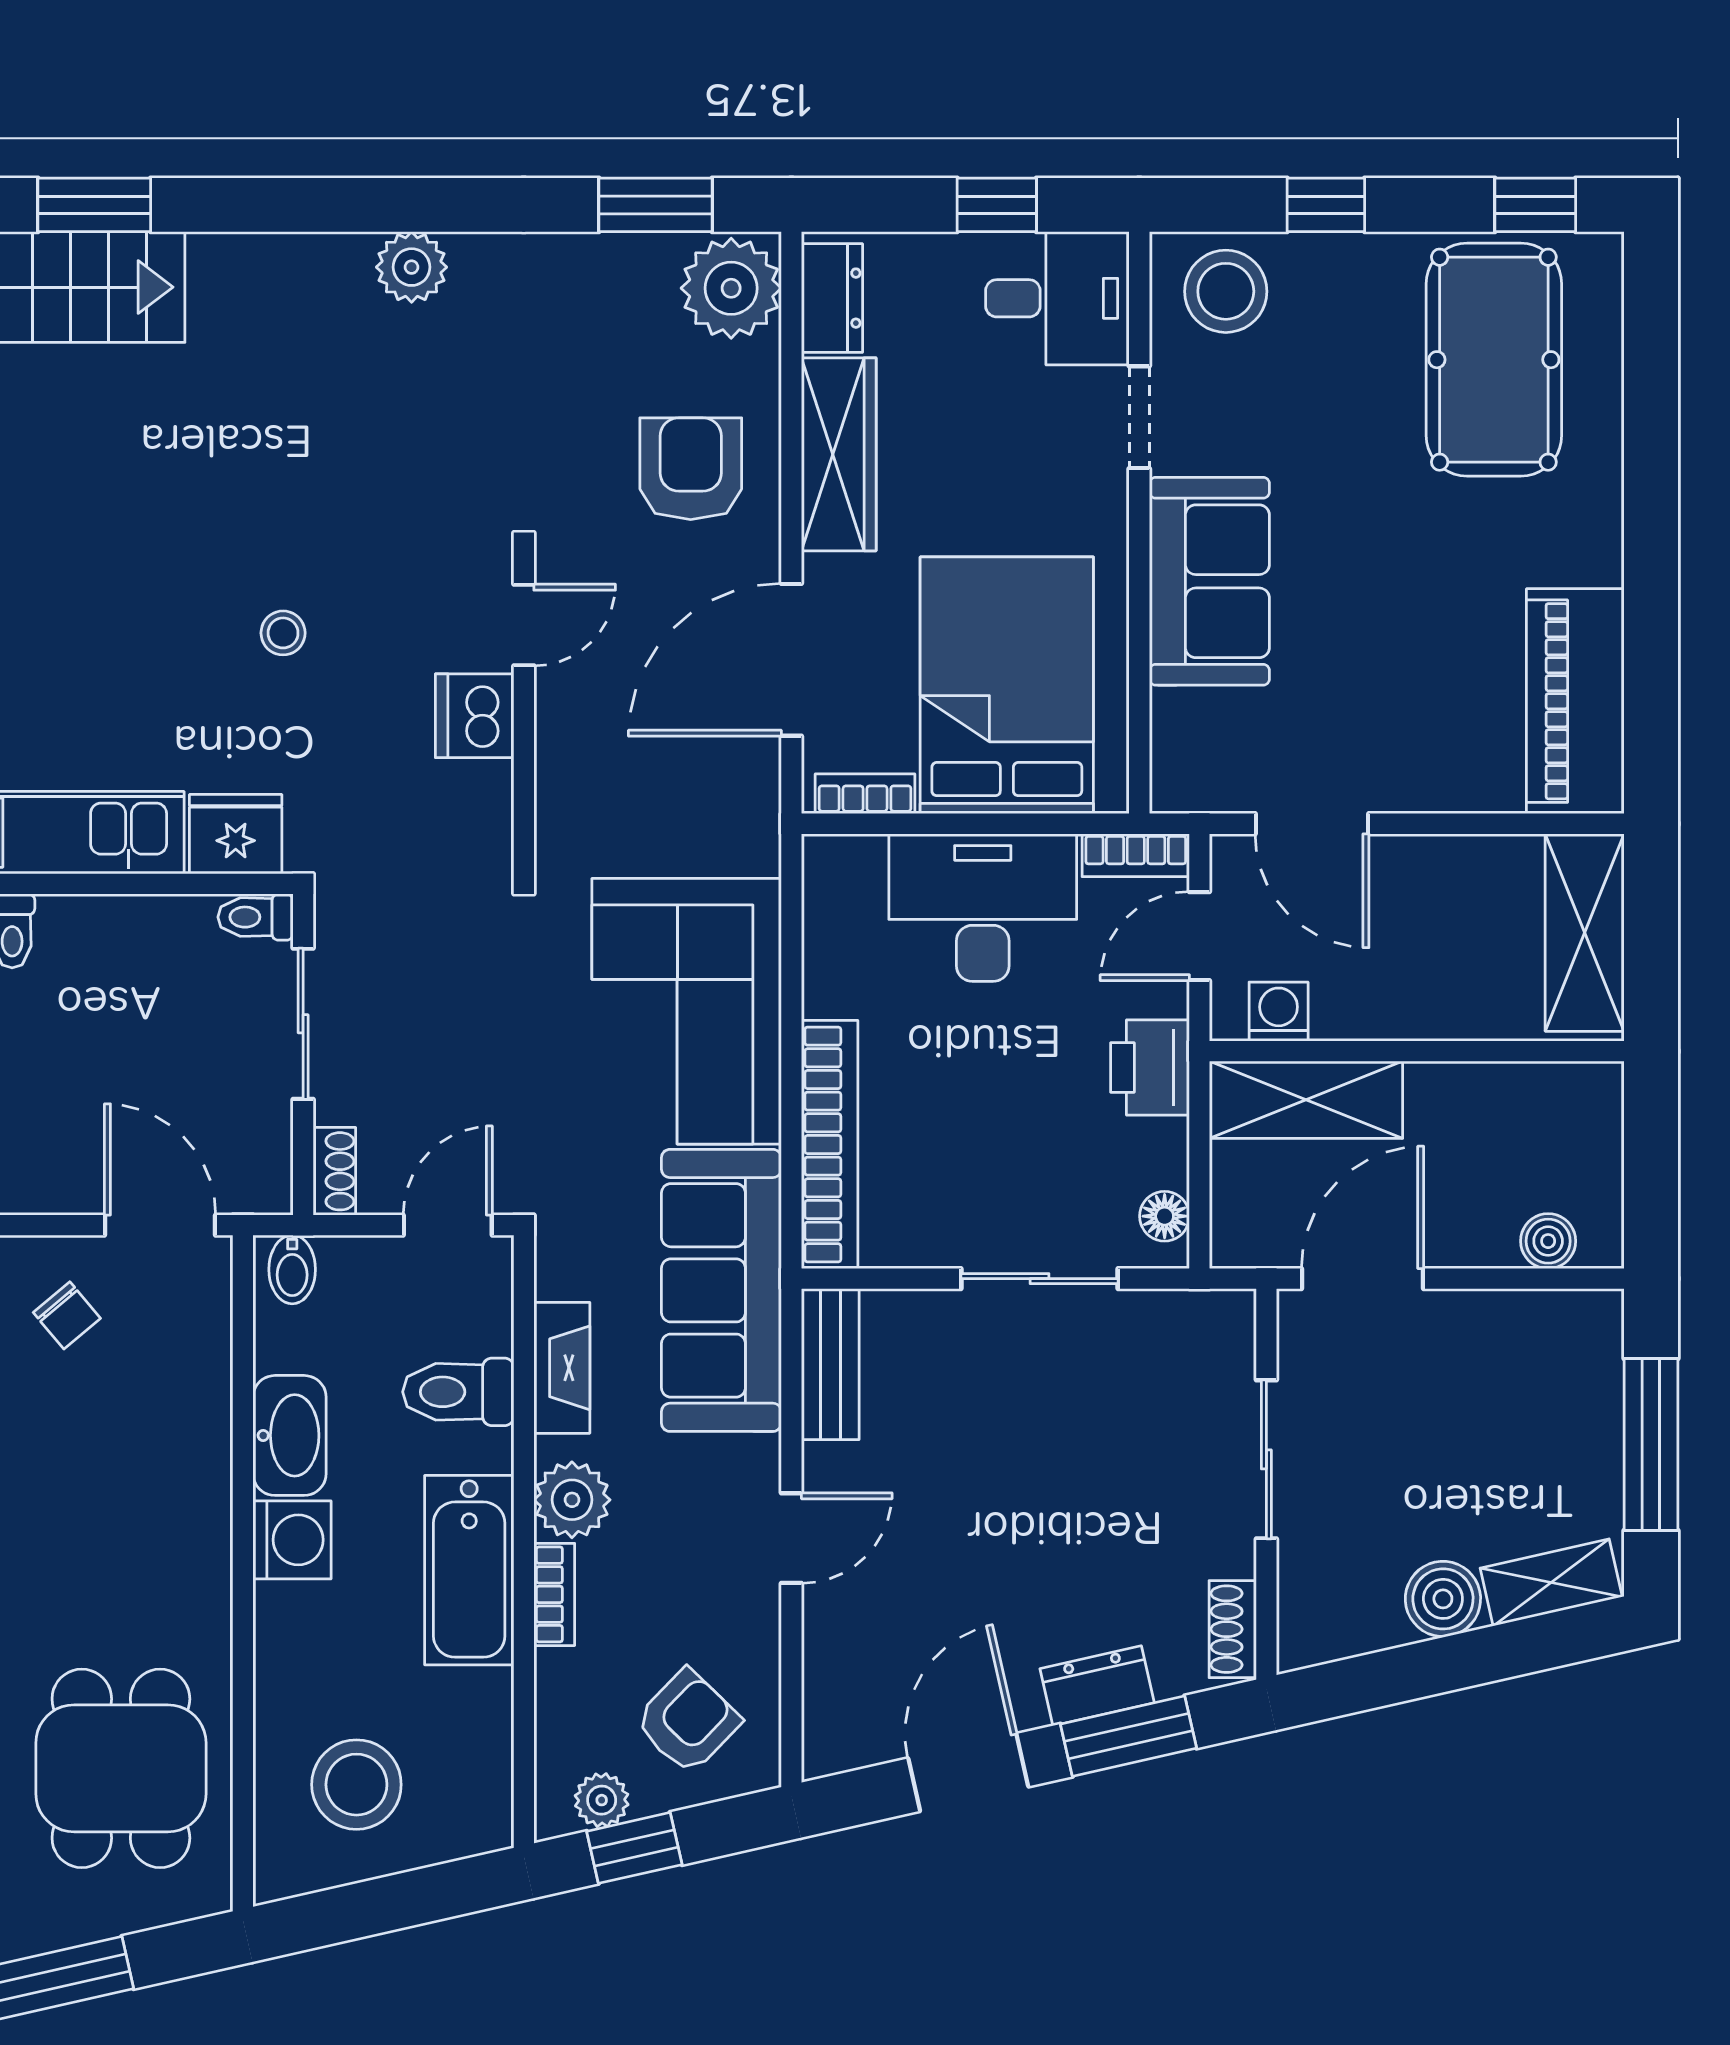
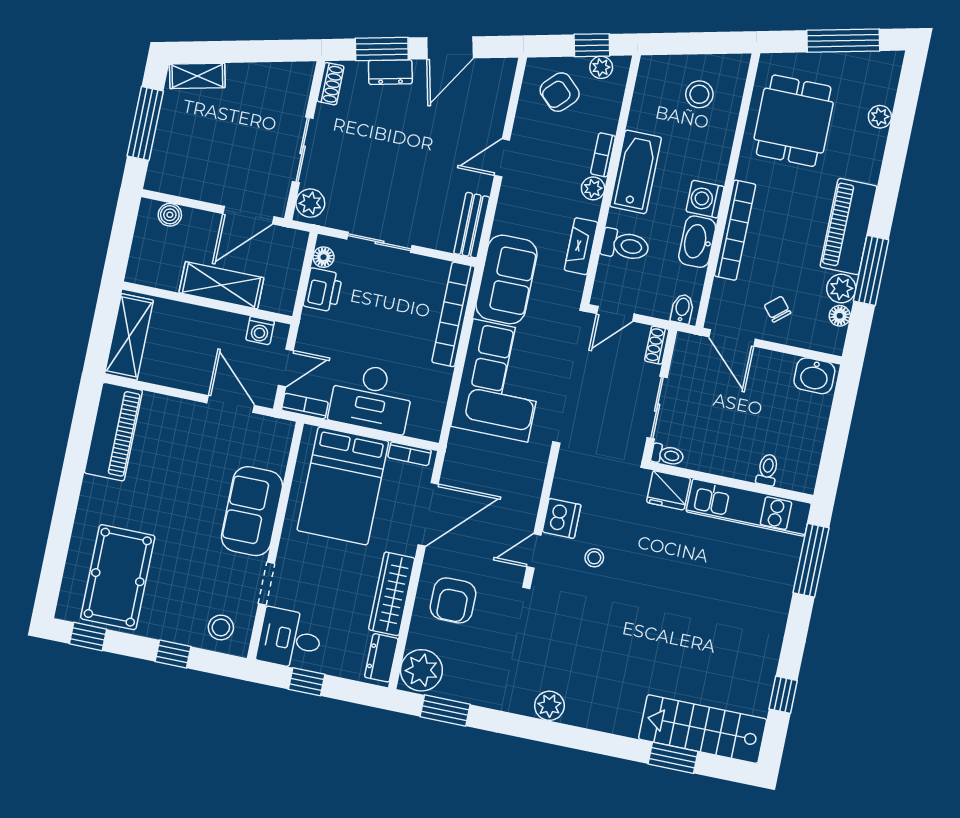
stool: (1226, 291) -> (221, 627), width x0.73, depth x0.73
stool: (283, 633) -> (594, 558), moved
printer: (1150, 1067) -> (323, 290), moved
shelving: (1306, 1100) -> (221, 285), moved
sofa: (721, 1290) -> (507, 279), width x0.73
plant: (1222, 1337) -> (310, 203), added
bookcase: (206, 1481) -> (735, 230), added
plant: (572, 1500) -> (593, 188), width x0.73, depth x0.73
boiler: (1443, 1599) -> (243, 78), removed
stool: (356, 1785) -> (699, 94), width x0.73, depth x0.73

